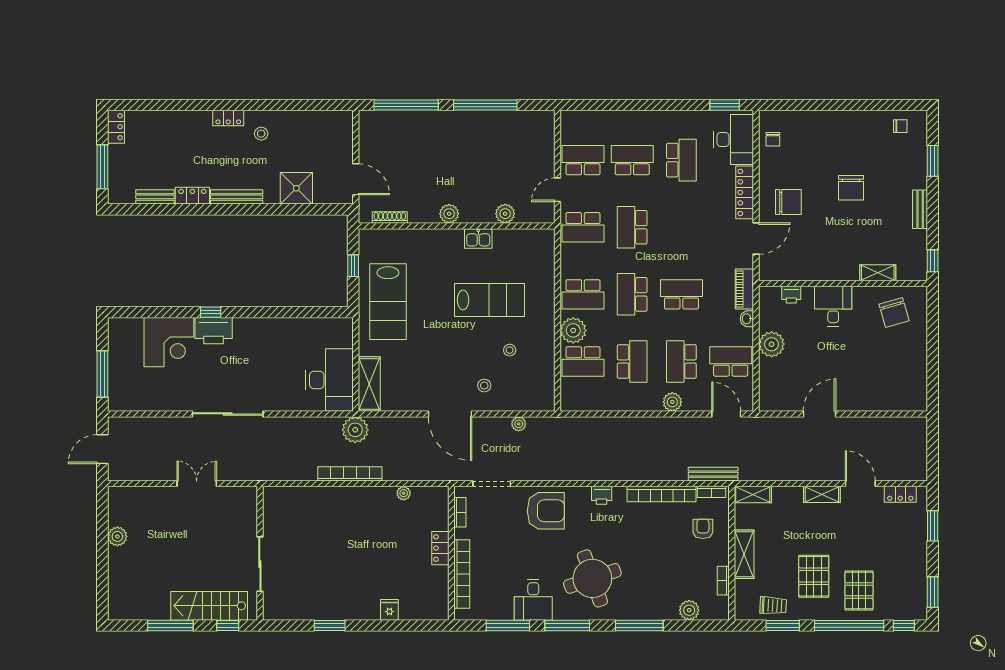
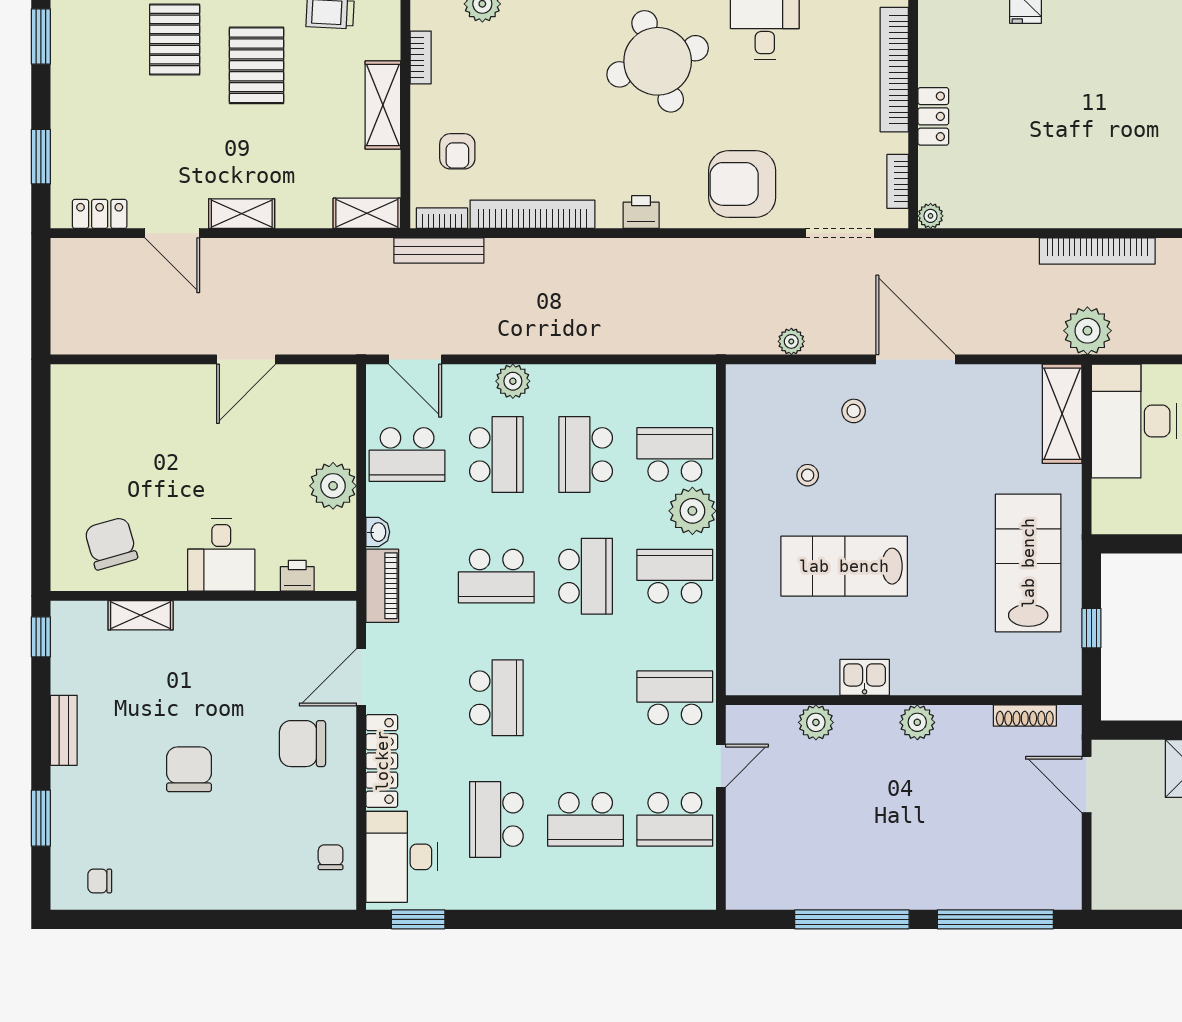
school desk: (632, 227) -> (496, 698), moved
plant: (404, 493) -> (931, 216), moved

